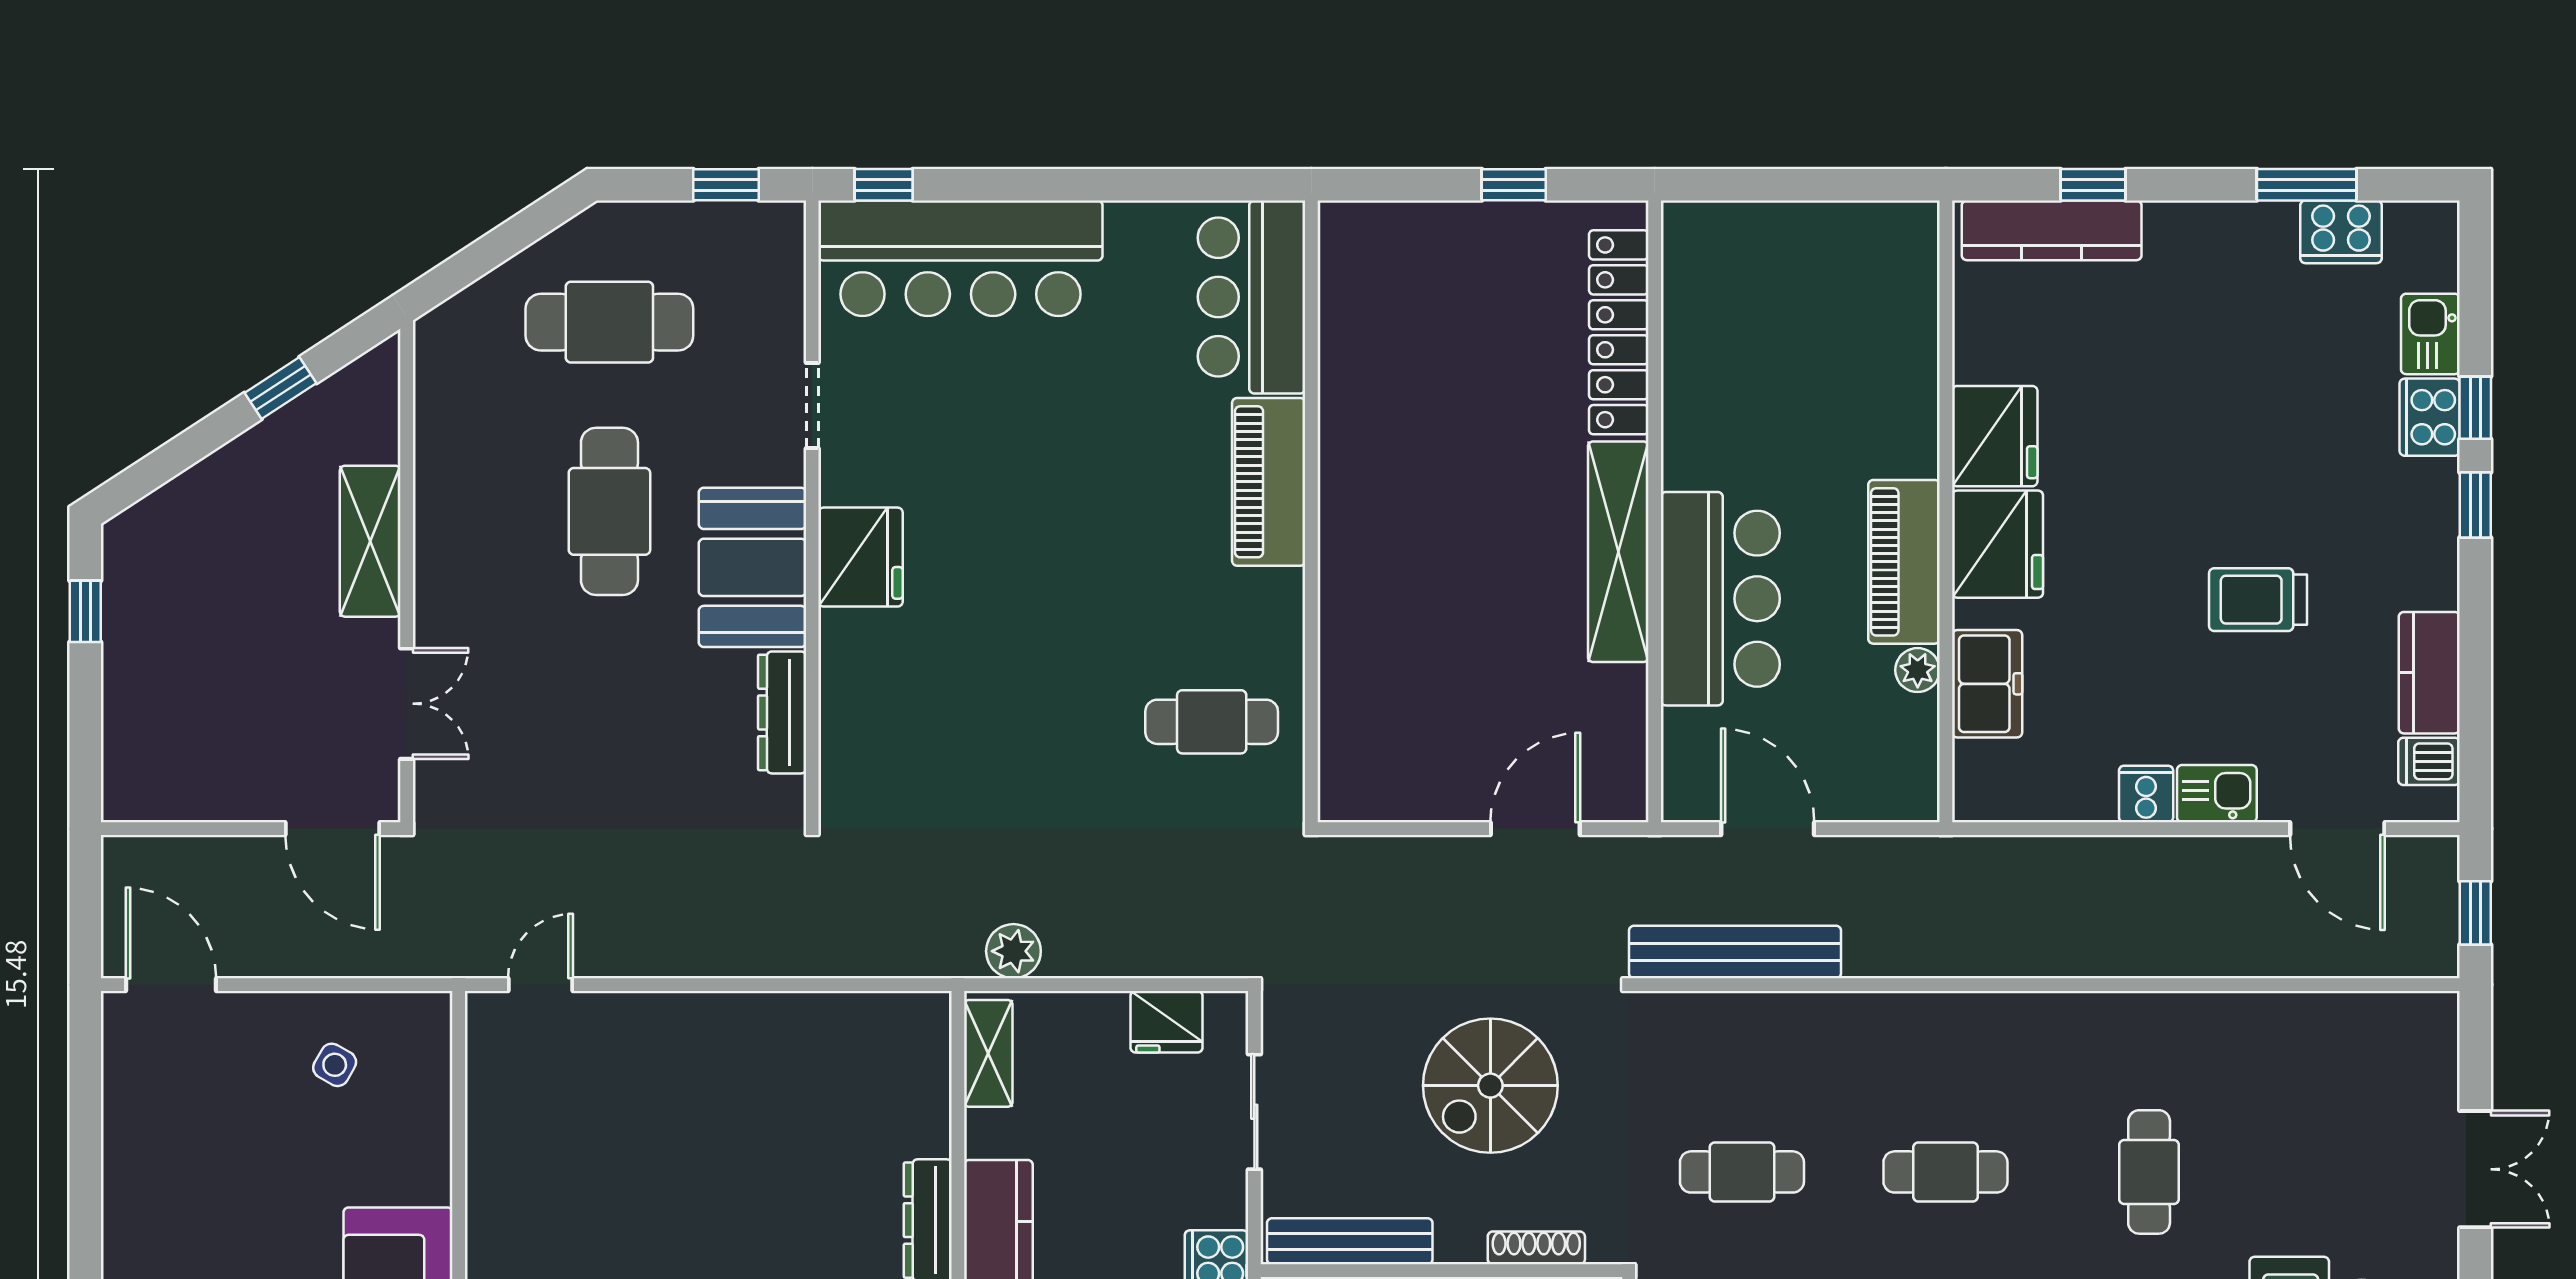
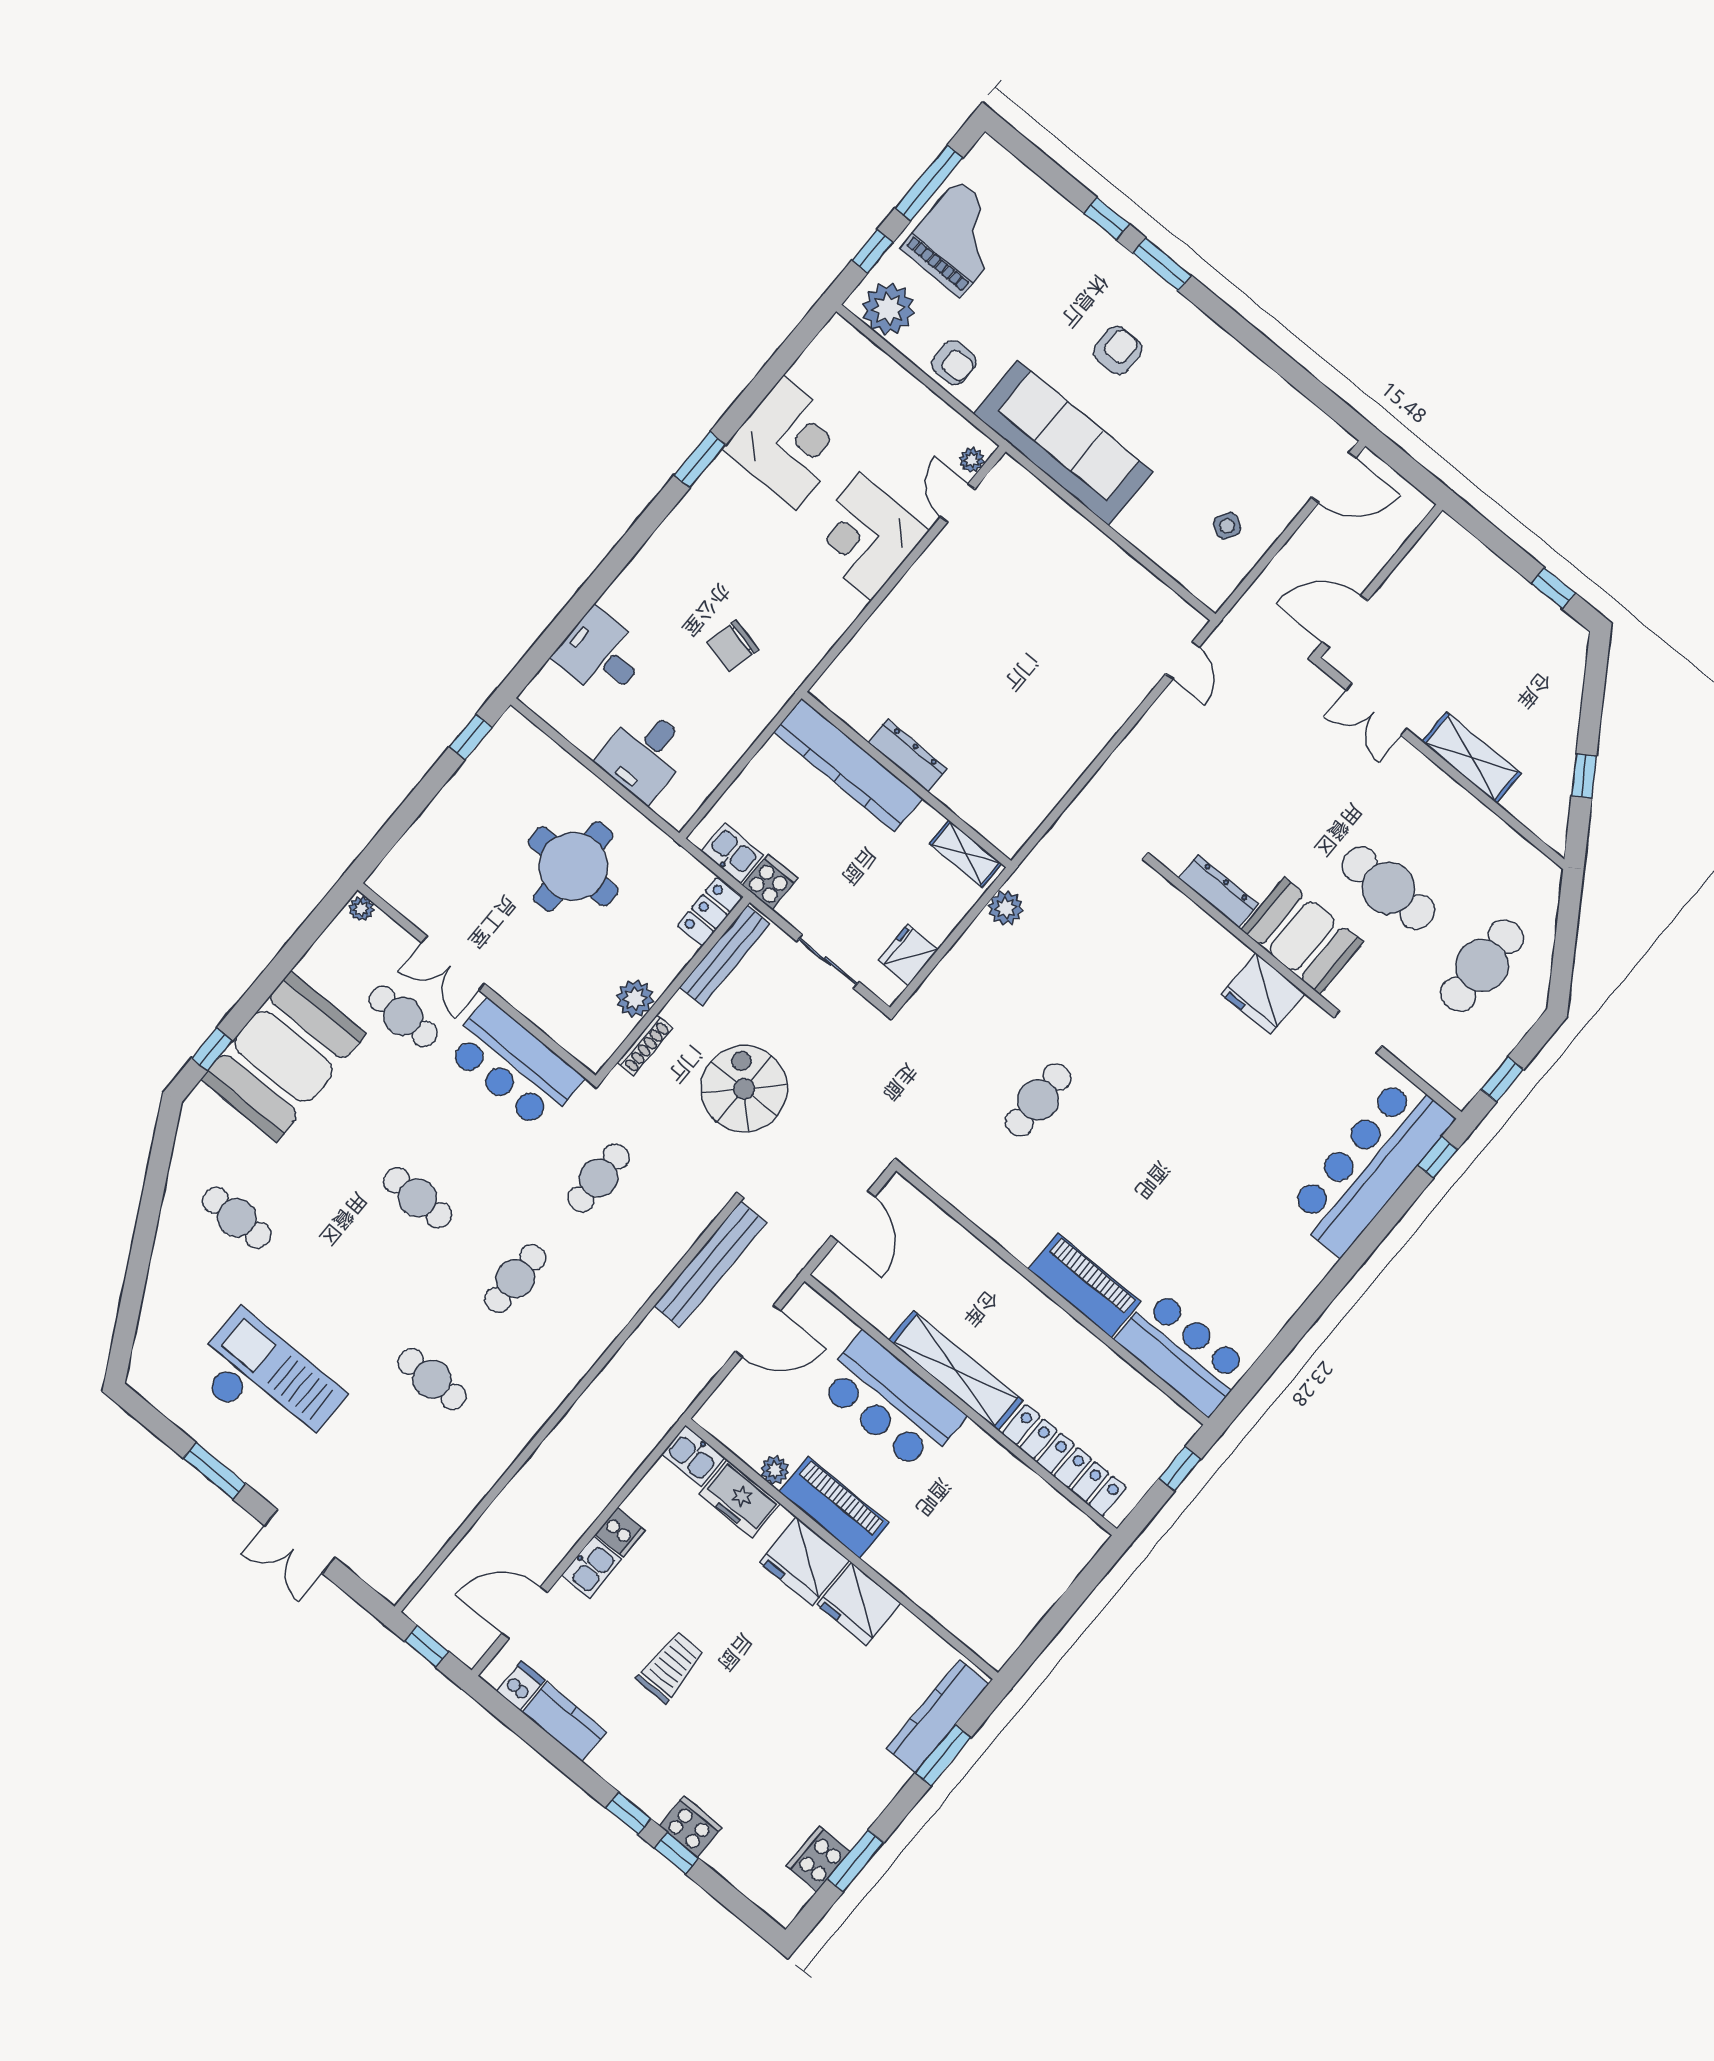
window: (2093, 185) -> (943, 1755), width x1.50
bar counter: (1252, 297) -> (1183, 1352), moved
kitchen sink: (2430, 334) -> (693, 1456), moved, turned 180
piano: (1269, 482) -> (1084, 1285), moved
wall: (1311, 511) -> (1052, 1294), moved

